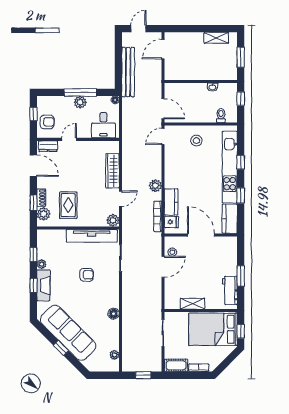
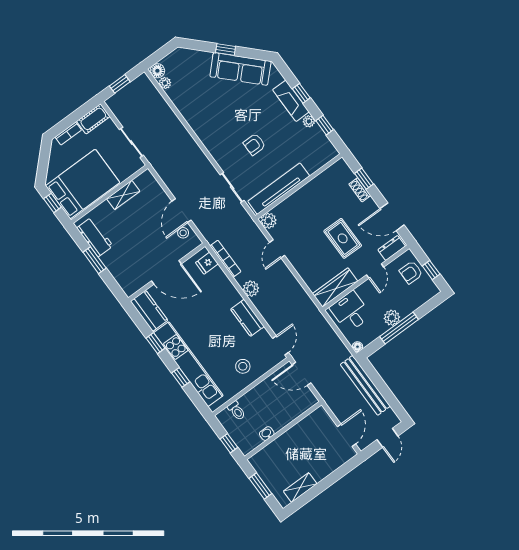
wardrobe: (112, 171) -> (335, 288), moved, turned -90
kitchen counter: (171, 202) -> (247, 318), moved
rug: (68, 205) -> (343, 238), moved
plant: (44, 214) -> (345, 175), removed
floor lamp: (114, 314) -> (157, 71), moved
sofa: (68, 333) -> (240, 69), width x0.74, depth x0.79

